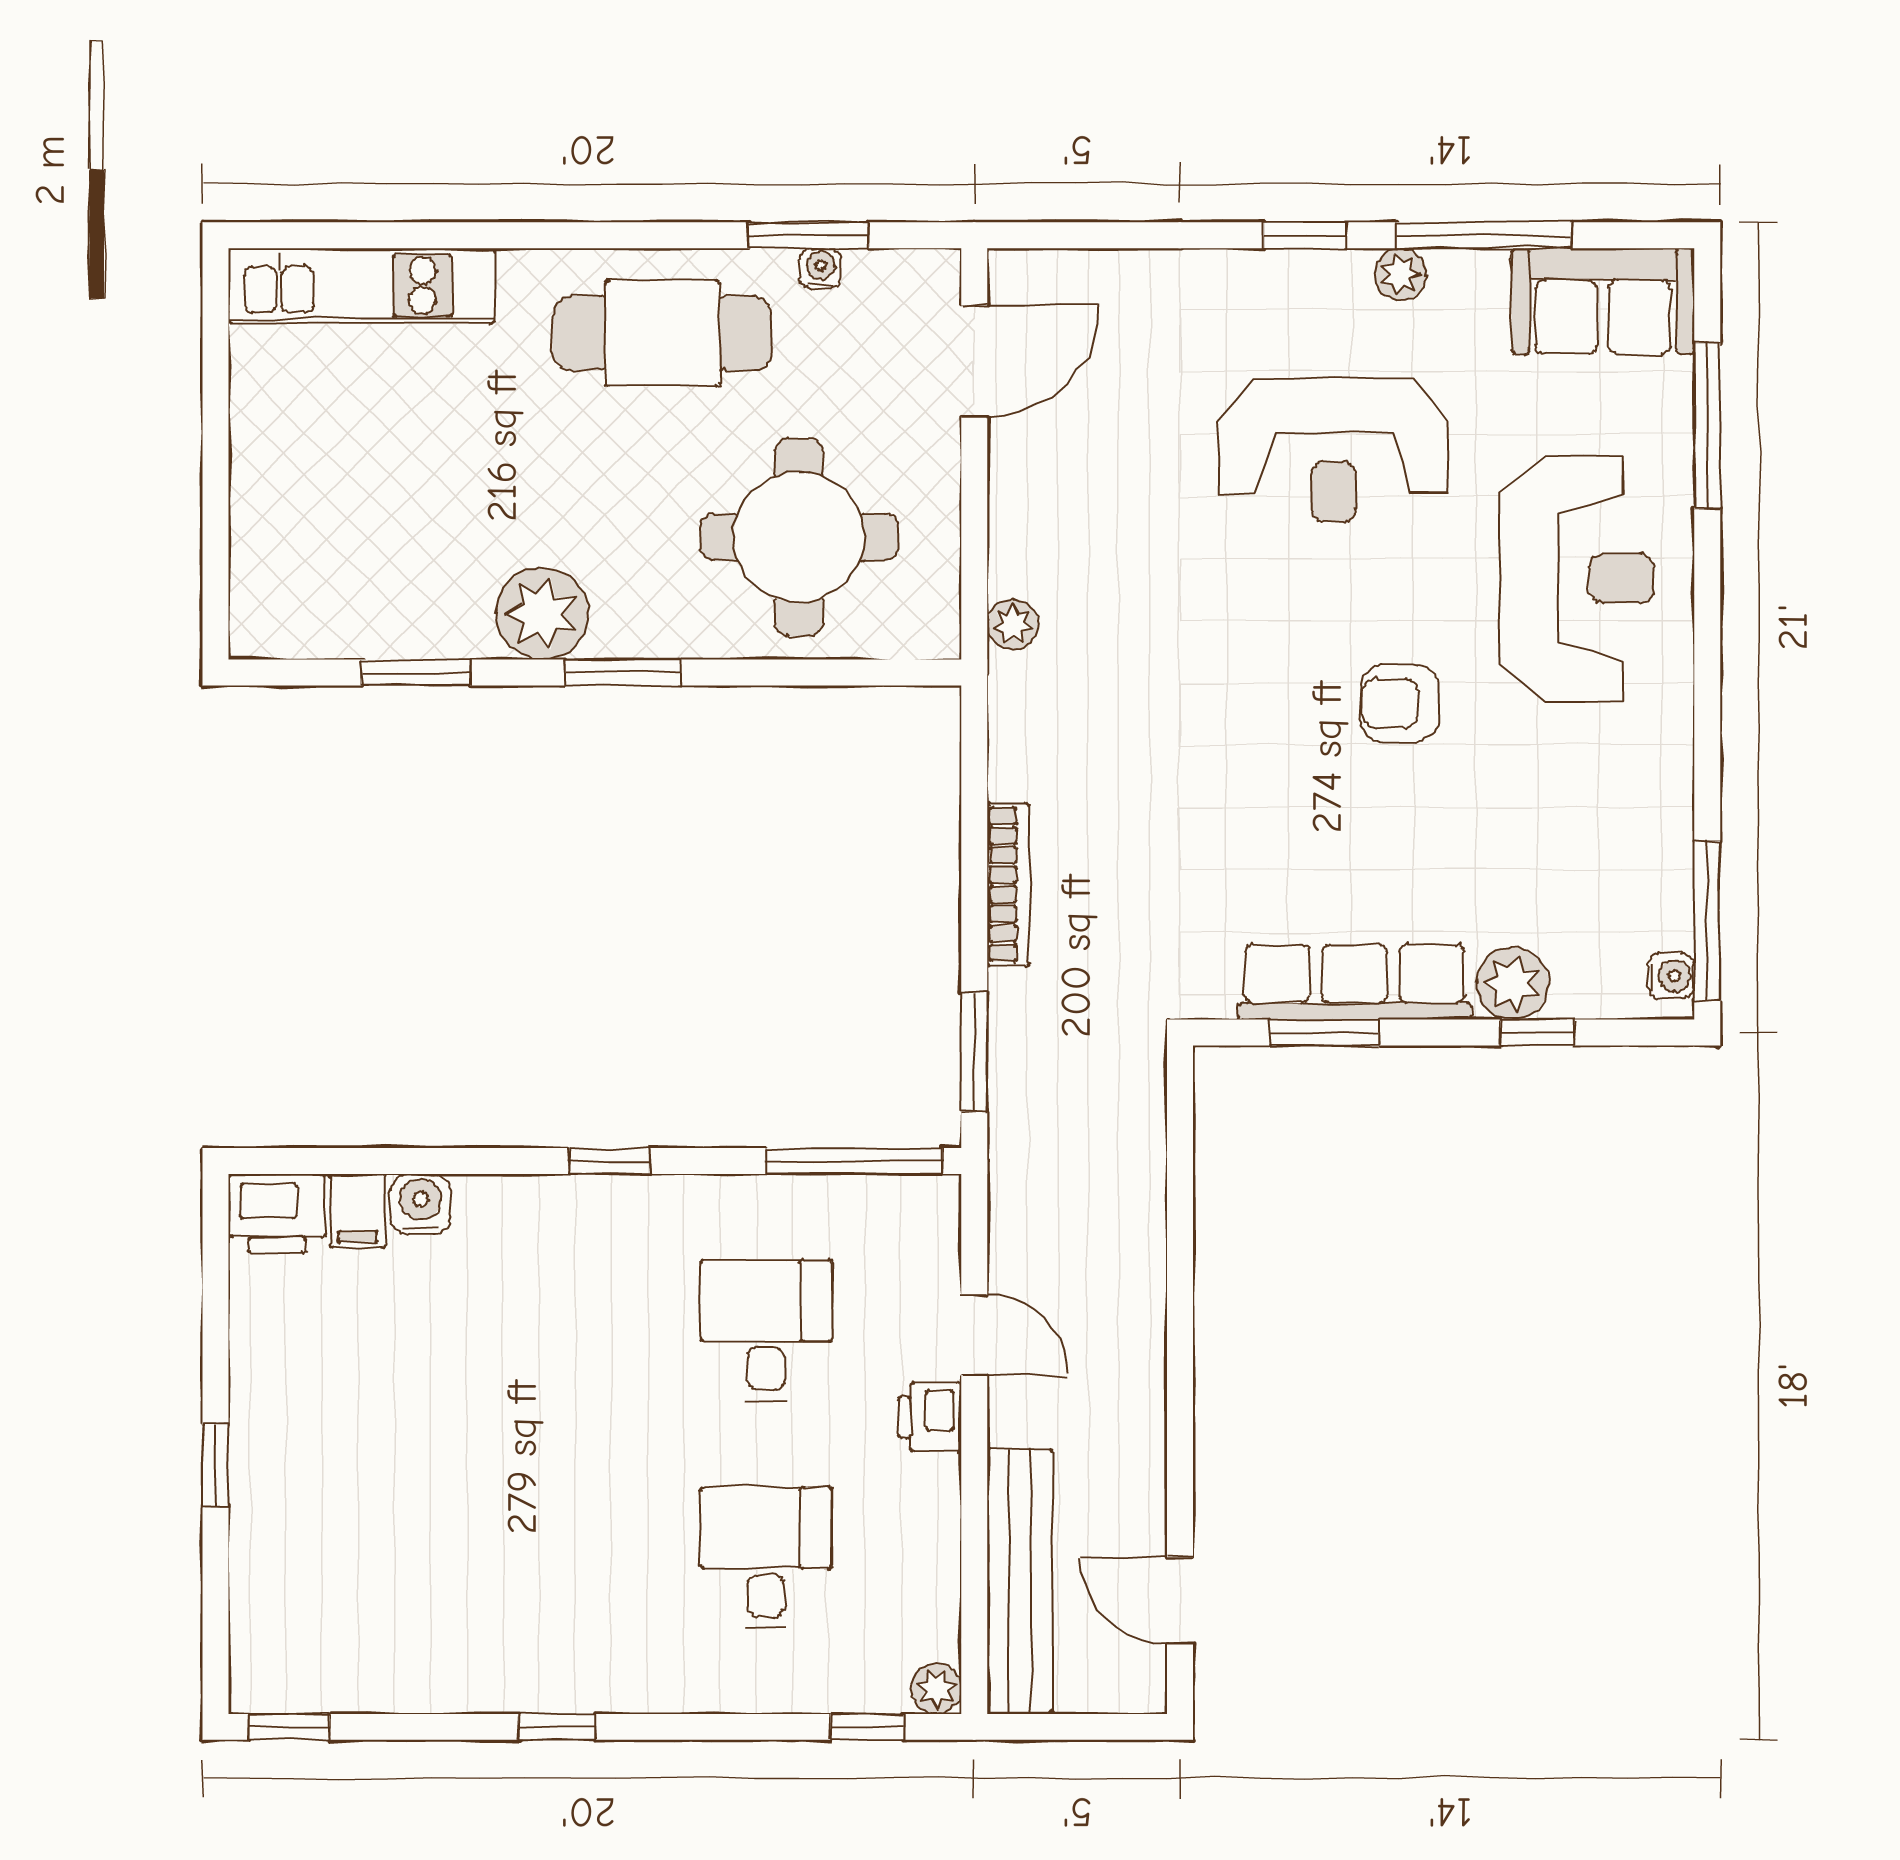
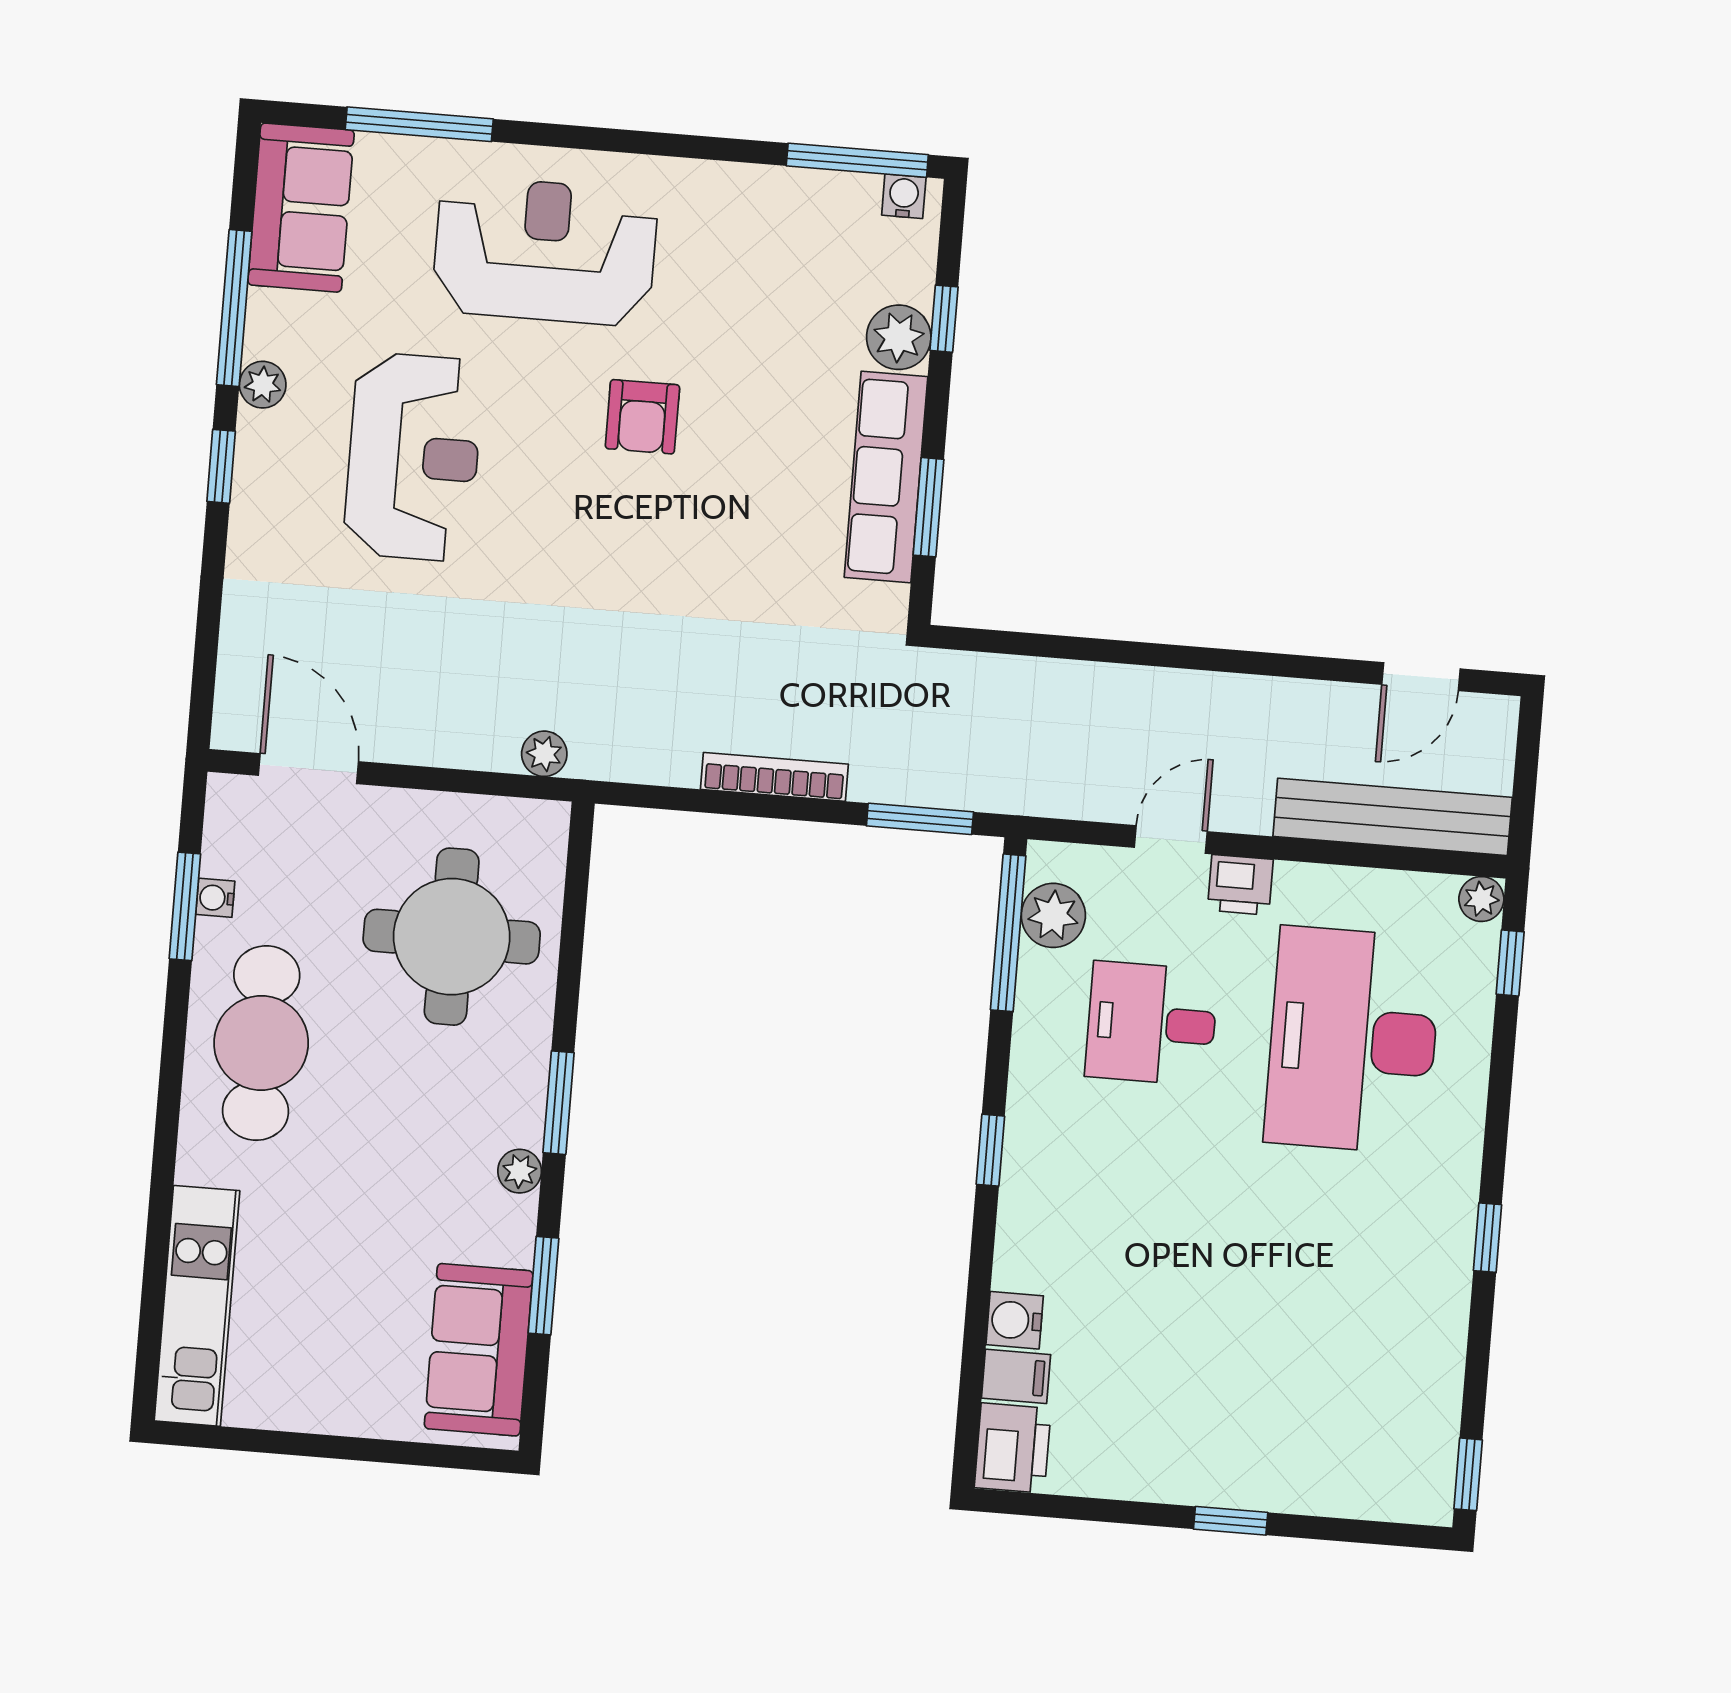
sofa: (338, 606) -> (479, 1350), added
plant: (542, 614) -> (520, 1171), width x0.53, depth x0.53
plant: (878, 1210) -> (1053, 915), added
desk: (766, 1558) -> (1353, 1040), width x1.87, depth x1.30

